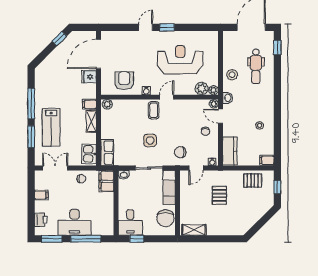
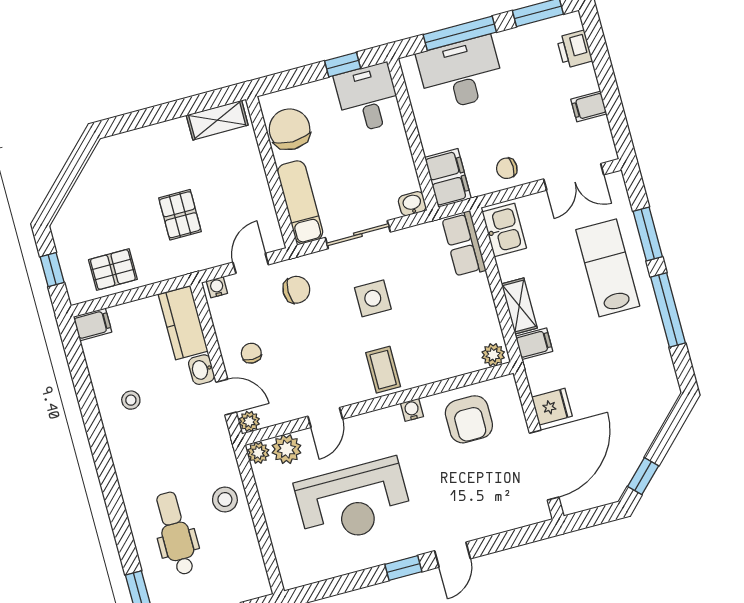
door: (167, 97) -> (325, 418), moved
washbasin: (228, 98) -> (201, 370), moved
desk: (75, 222) -> (461, 73), moved

